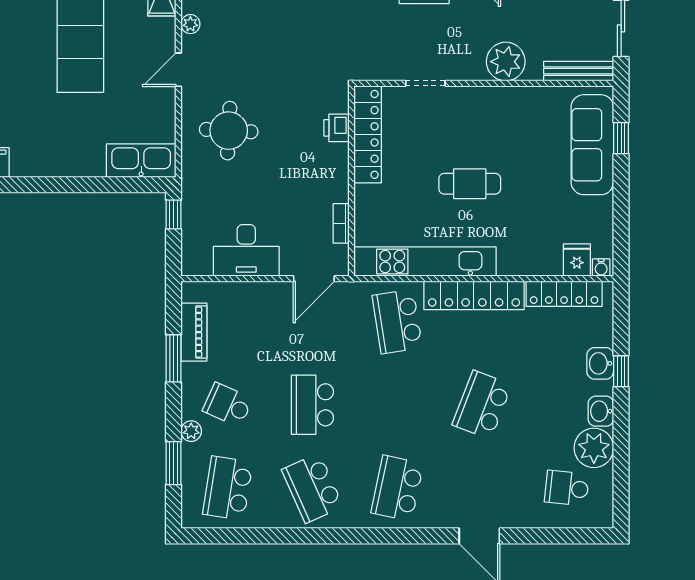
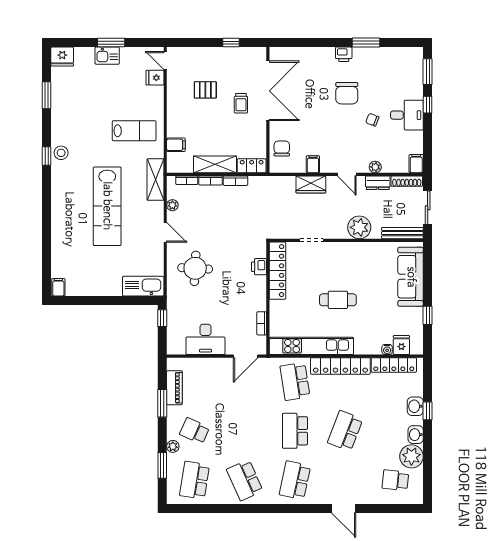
door: (178, 70) -> (165, 232), swing flipped
window: (621, 138) -> (428, 315), moved
water cooler: (601, 268) -> (387, 349), moved
school desk: (312, 405) -> (295, 431), moved

